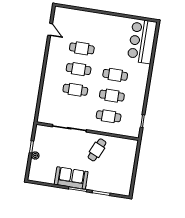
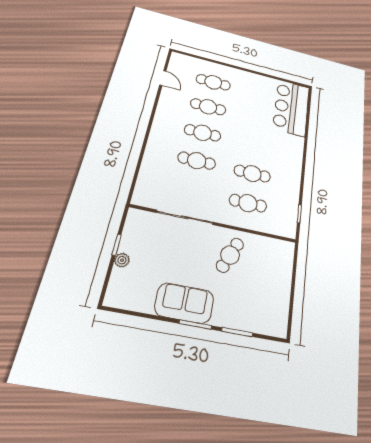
cafe table: (115, 75) -> (213, 82), moved

